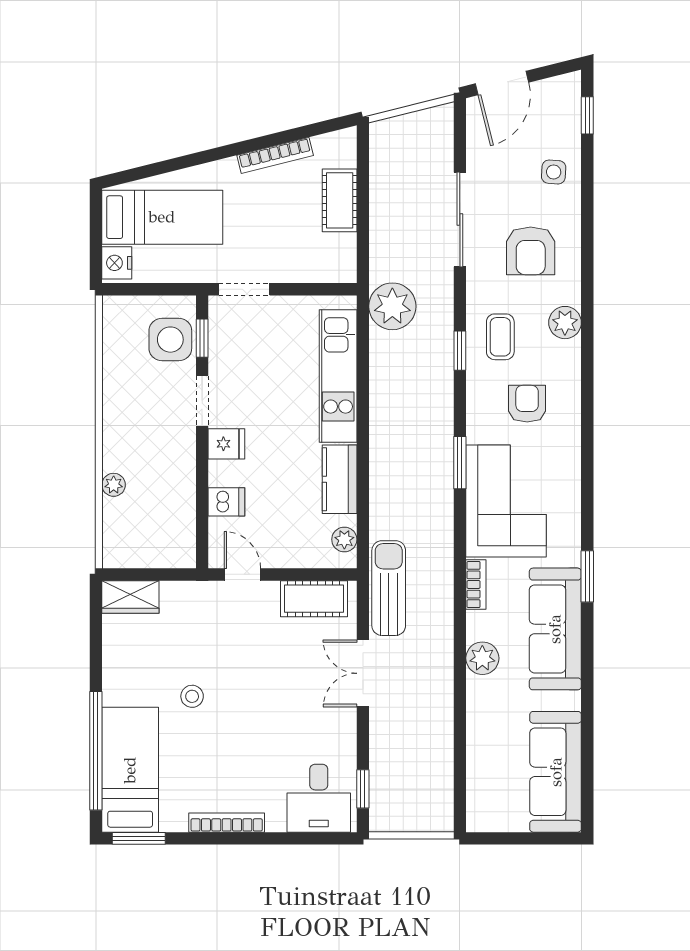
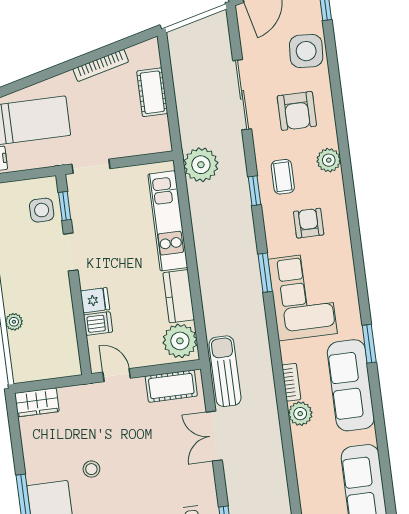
side table: (554, 172) -> (306, 51), width x1.87, depth x1.87
side table: (170, 340) -> (42, 210), width x0.73, depth x0.73
fridge: (226, 444) -> (95, 300), moved
plant: (344, 539) -> (180, 341), width x1.88, depth x1.88
bookcase: (476, 584) -> (291, 382), moved

